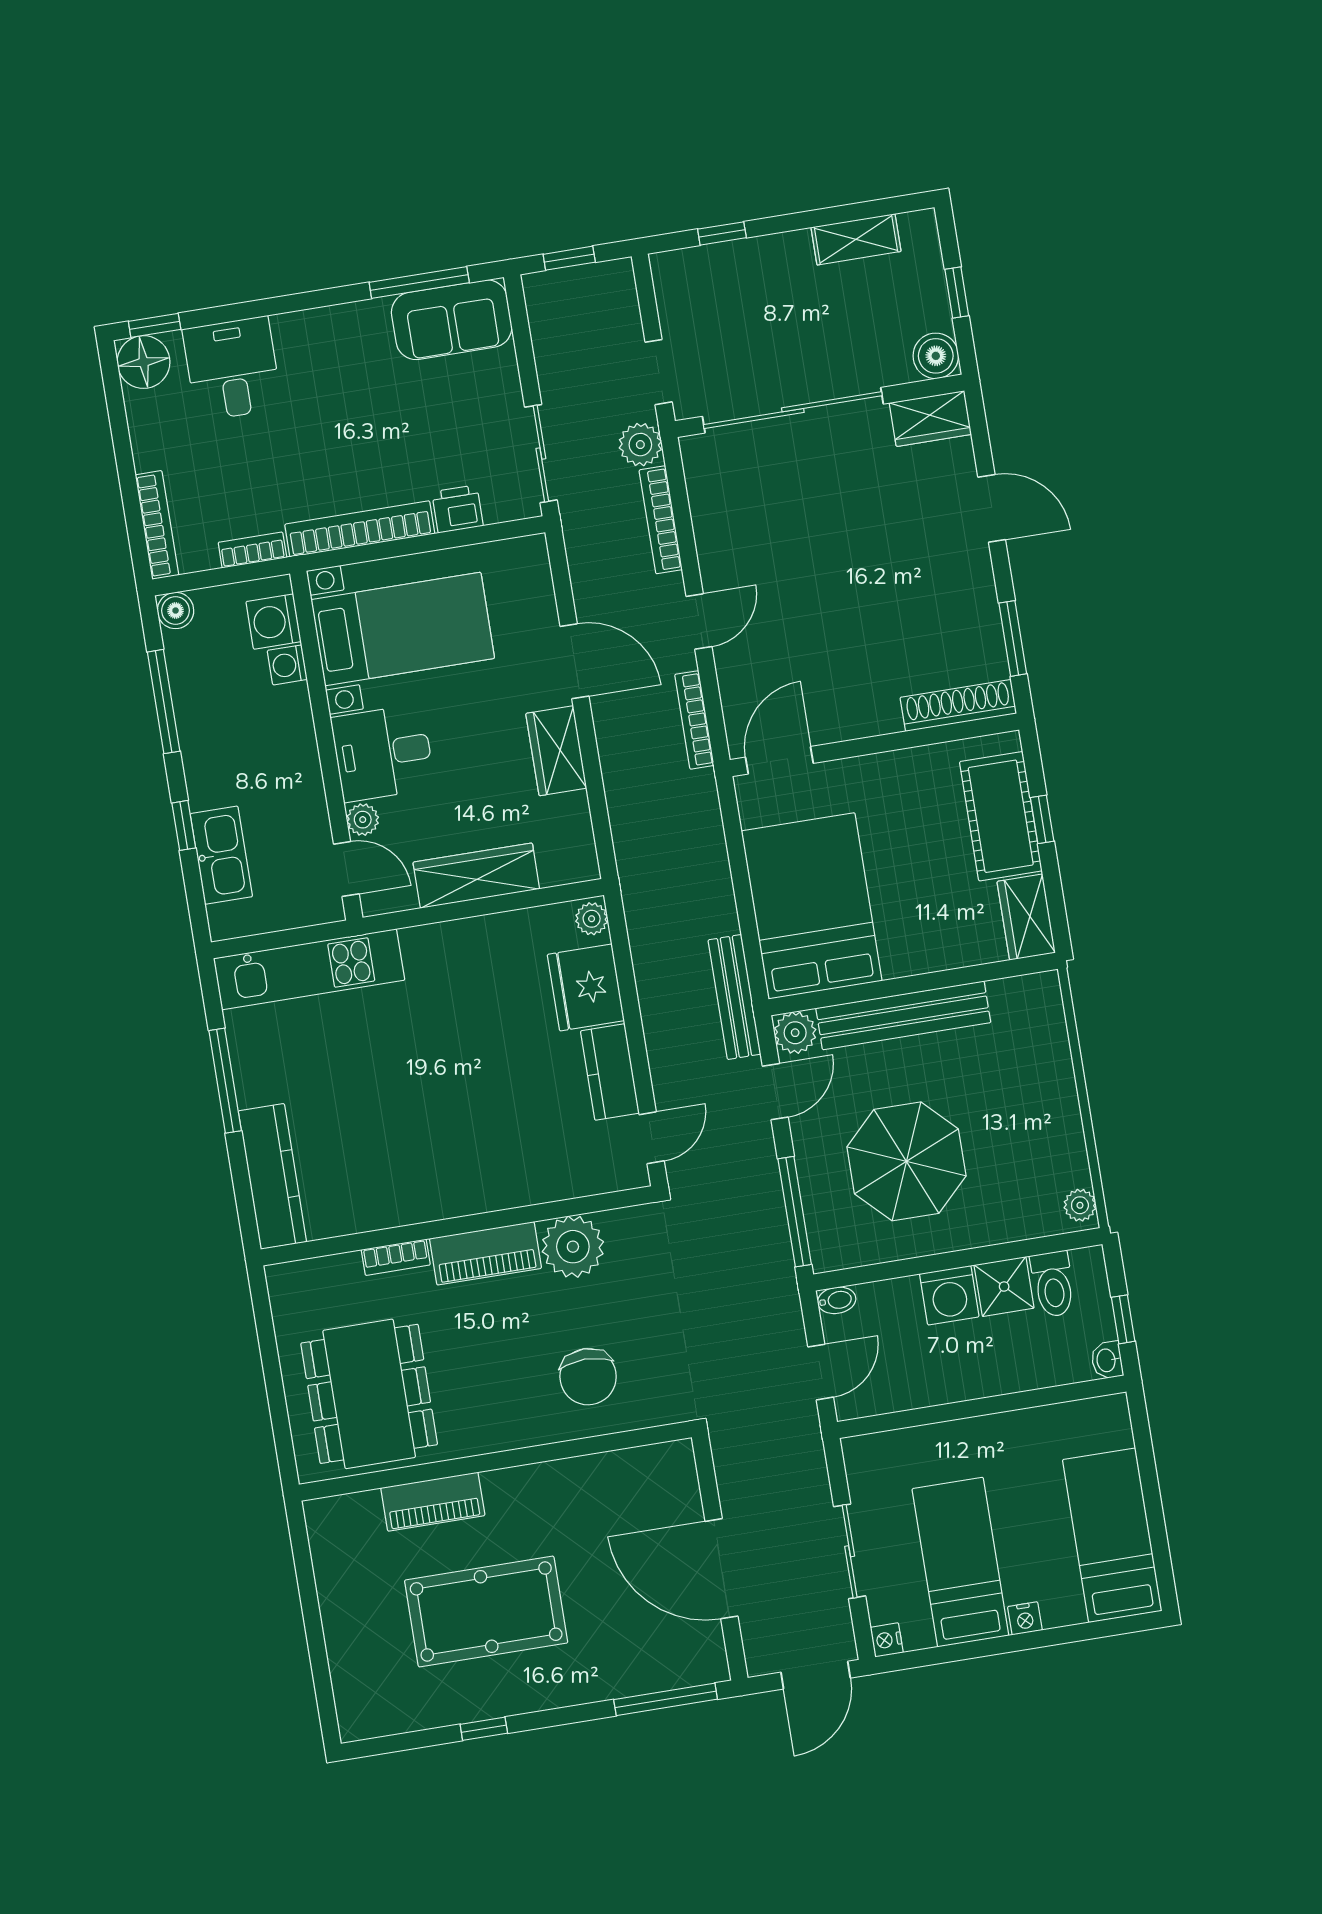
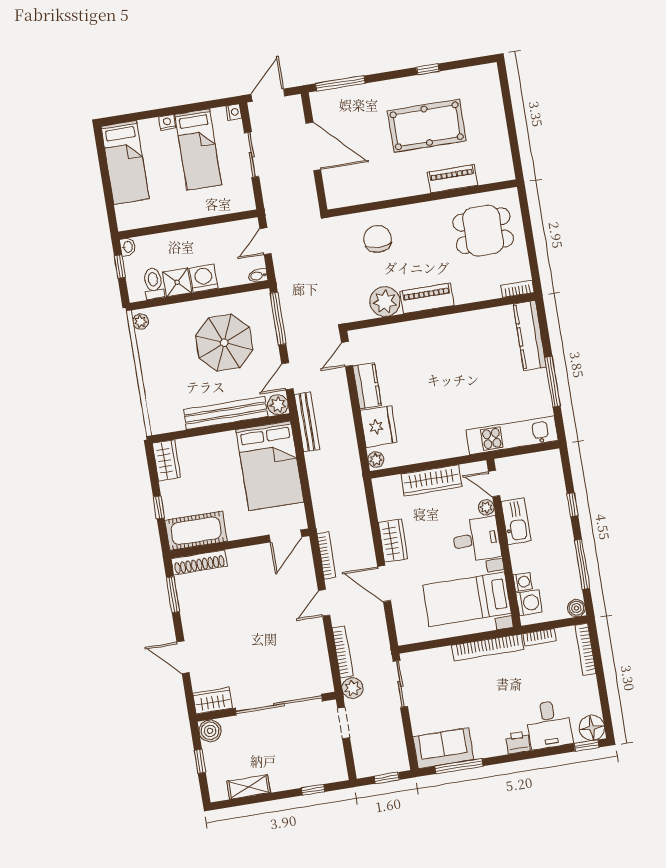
printer: (457, 509) -> (518, 743), moved, turned 180
cot: (1001, 816) -> (196, 531), moved, turned 90
kitchen sink: (221, 855) -> (516, 521), moved, turned 180
bookcase: (396, 1257) -> (517, 289), moved
dining table: (369, 1394) -> (483, 231), width x0.73

